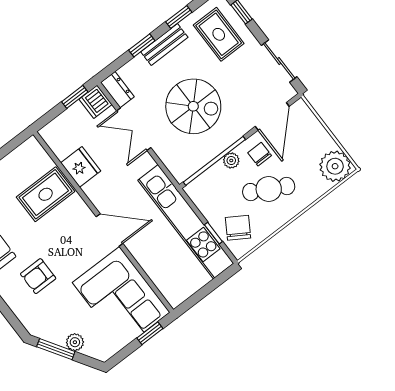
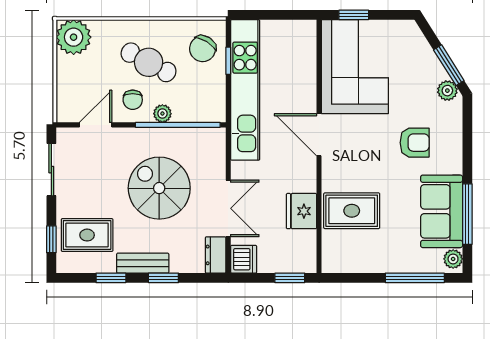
rug: (219, 34) -> (87, 235), turned 90
window: (75, 97) -> (290, 278), moved
door: (272, 116) -> (96, 125), width x0.73
plant: (75, 342) -> (447, 91), moved

